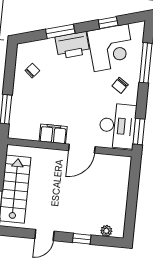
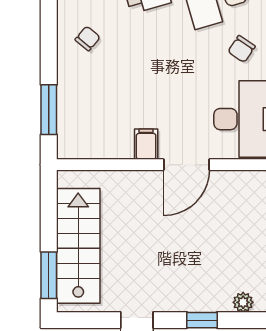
filing cabinet: (53, 134) -> (146, 144), width x0.50

